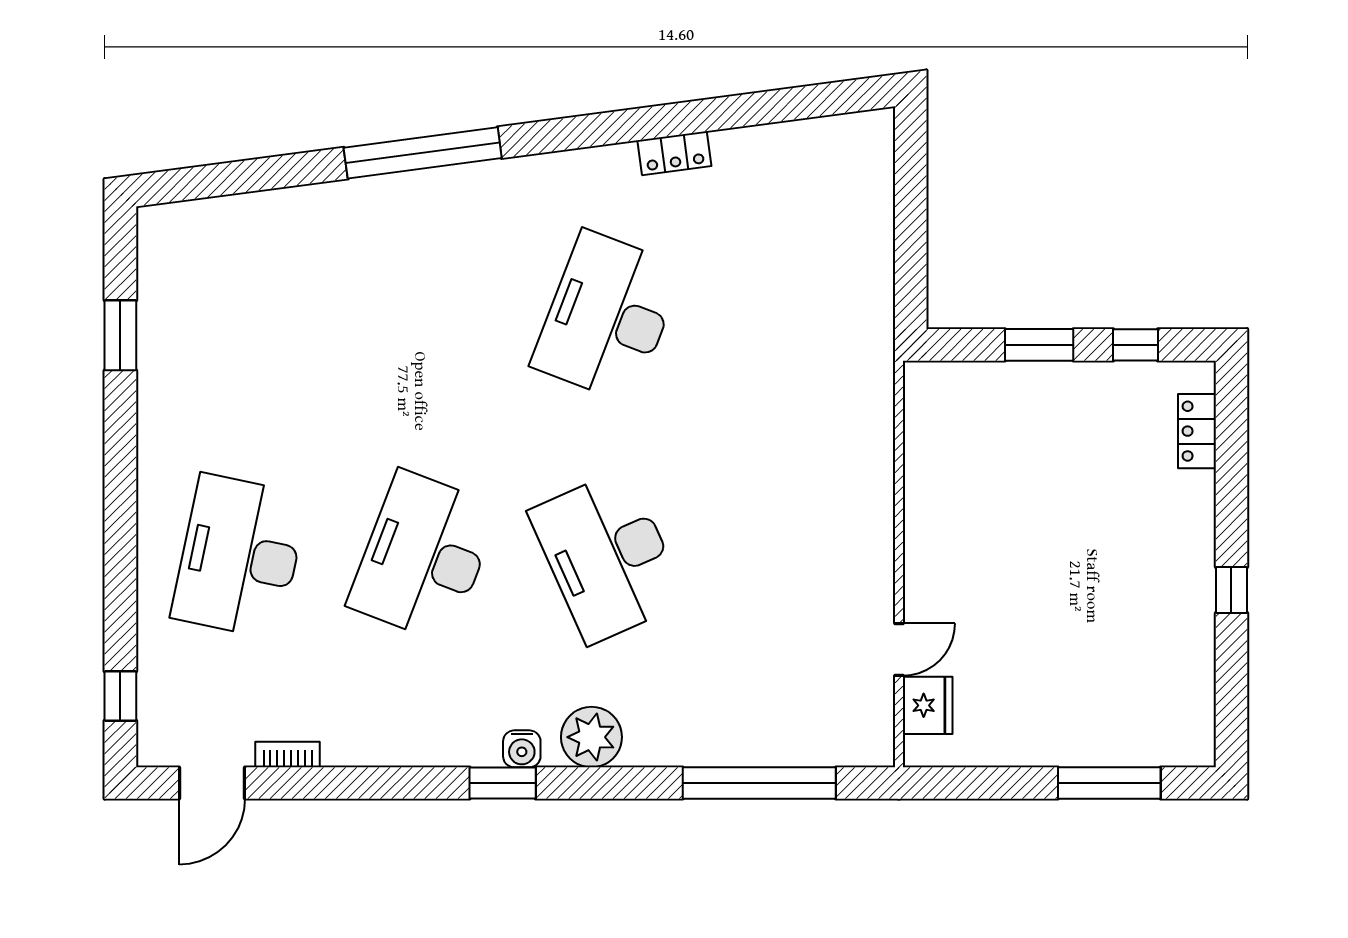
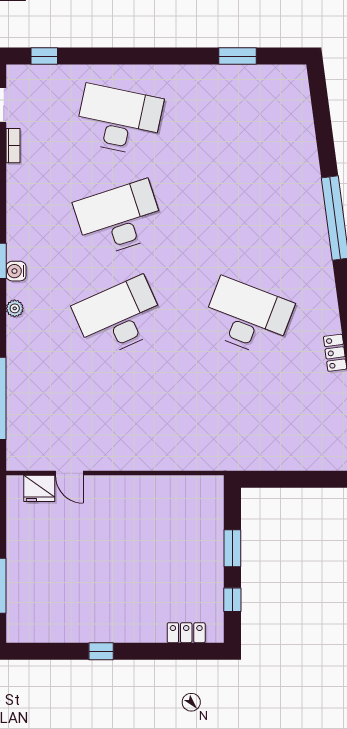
desk: (424, 556) -> (119, 218), turned -39
plant: (591, 737) -> (15, 308), width x0.53, depth x0.53

